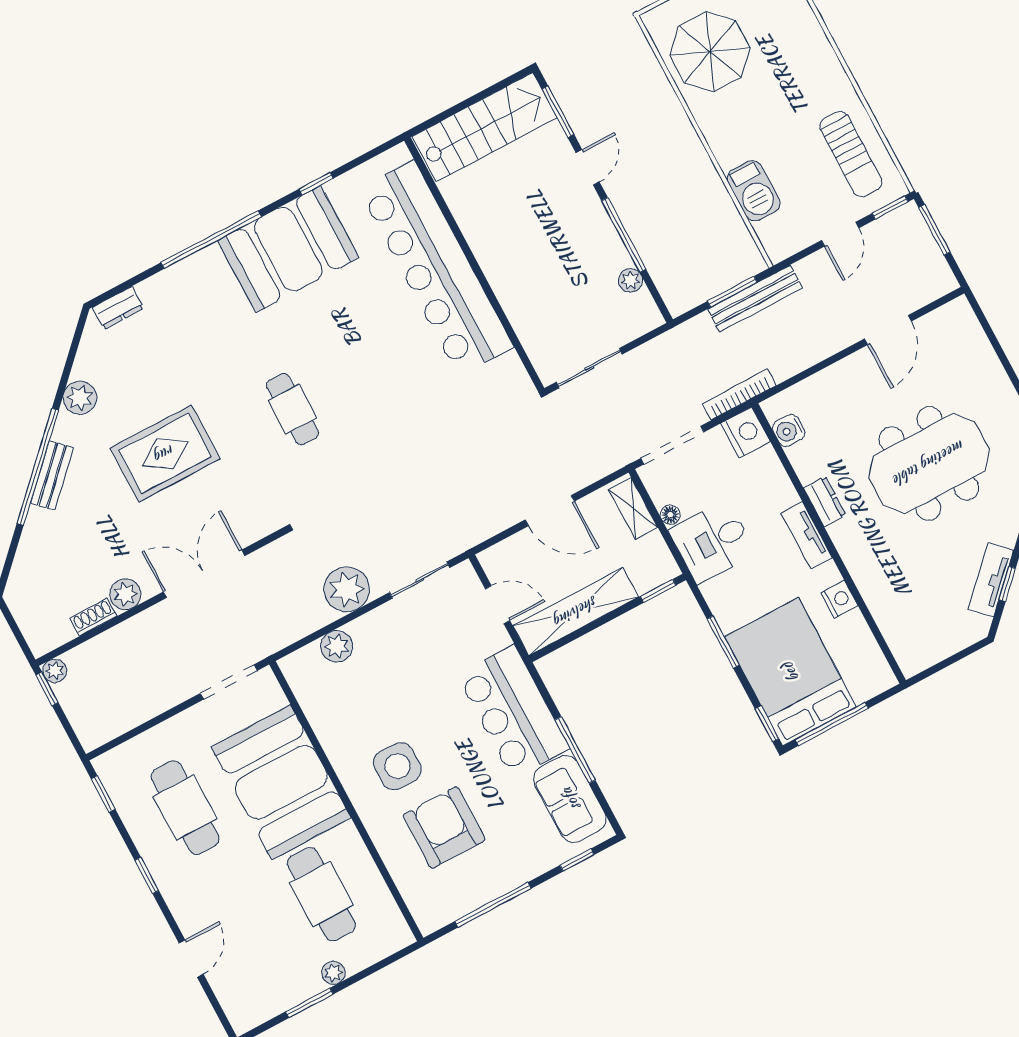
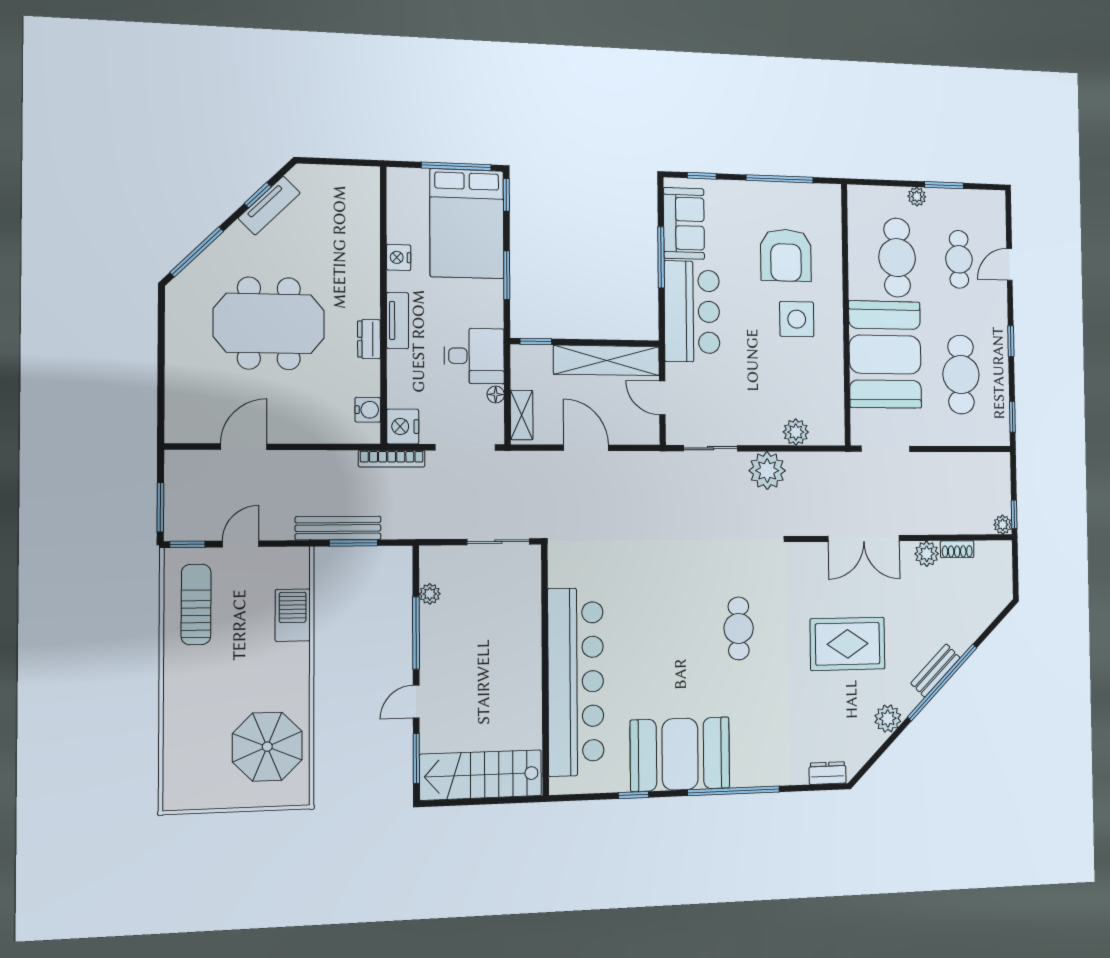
cafe table: (251, 932) -> (959, 259), added

